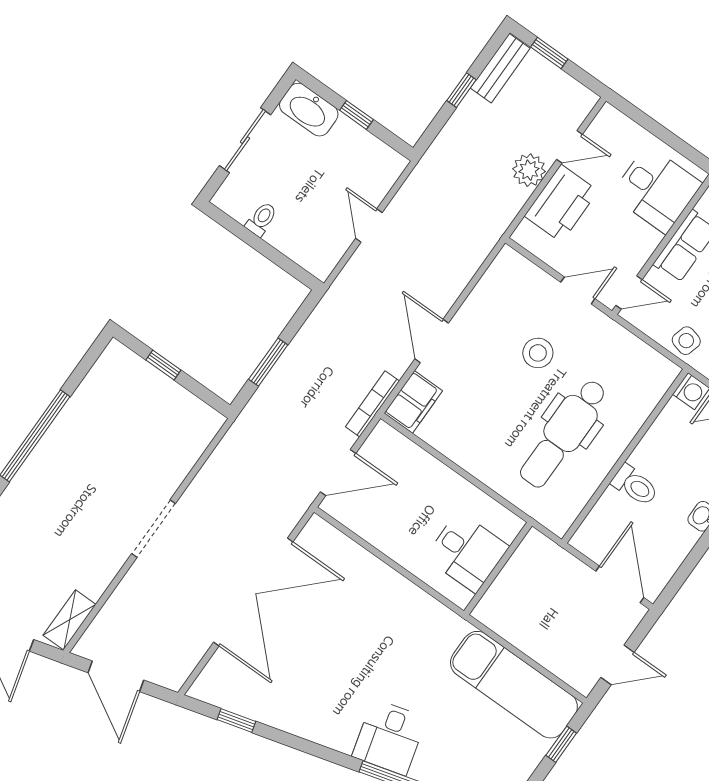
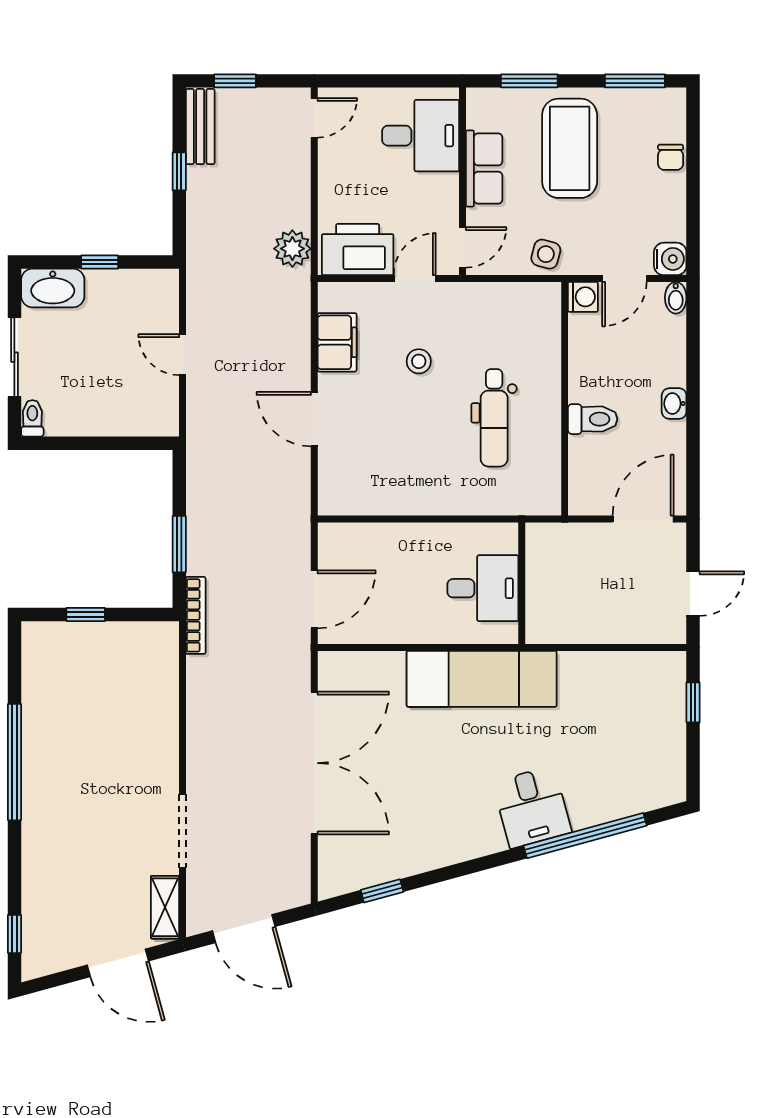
door: (570, 147) -> (314, 118), moved
plant: (529, 170) -> (292, 249), moved
printer: (561, 203) -> (358, 249), moved, turned -90
toilet: (261, 219) -> (32, 418), moved
stool: (538, 353) -> (419, 361), width x0.73, depth x0.73
filing cabinet: (413, 402) -> (337, 342), moved
bookcase: (372, 404) -> (196, 615), moved, turned 180
dental chair: (564, 433) -> (494, 418), width x0.73, depth x0.72
doorway: (153, 529) -> (182, 831), moved
door: (620, 584) -> (643, 519), hinge flipped
exam couch: (514, 685) -> (482, 679), moved

